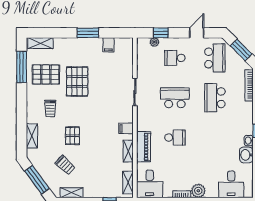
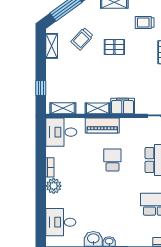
filing cabinet: (126, 128) -> (123, 106), width x2.00
school desk: (175, 138) -> (112, 160), turned 180

